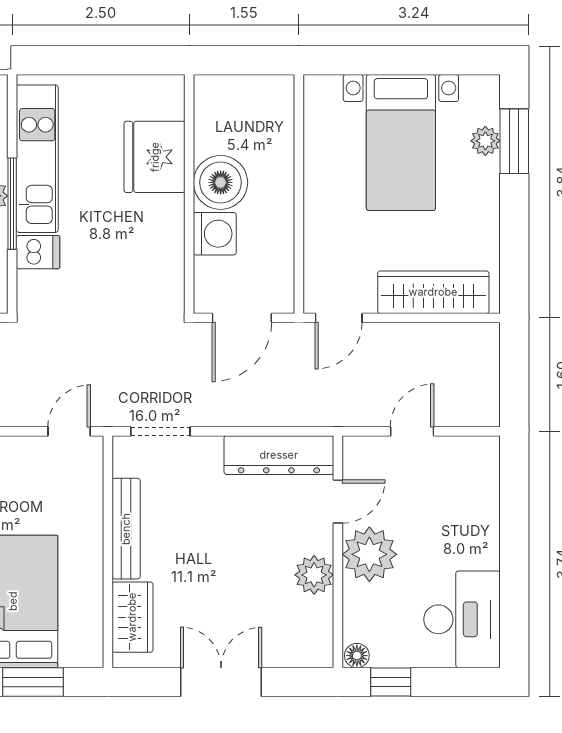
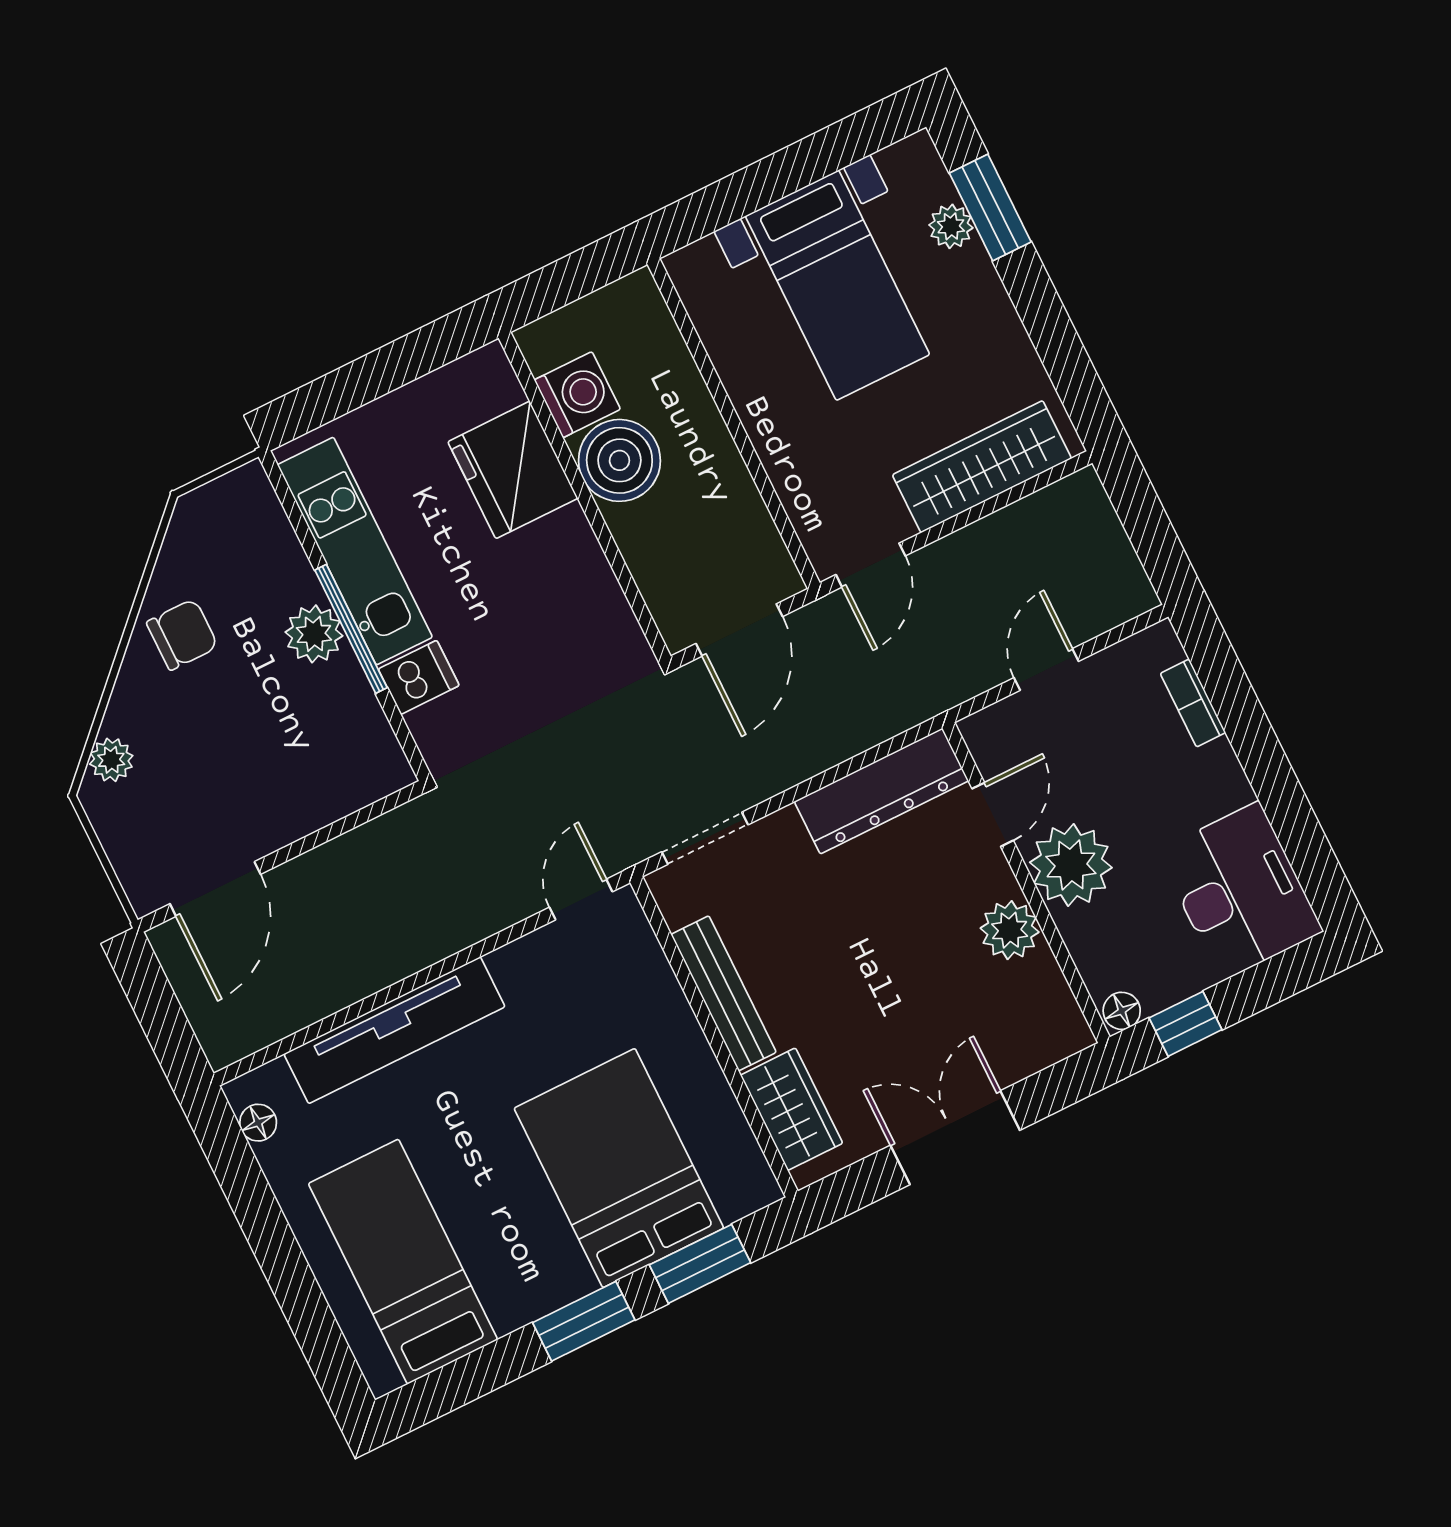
washing machine: (215, 234) -> (577, 395), moved
bookcase: (489, 494) -> (1193, 703), added

